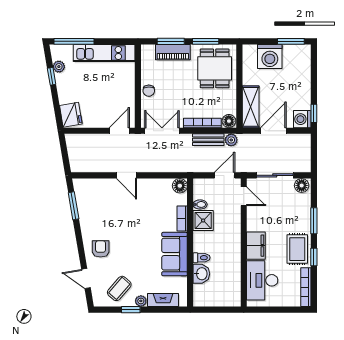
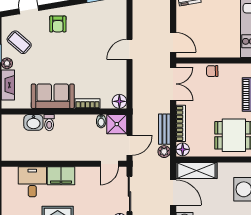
door: (225, 175) -> (129, 145), hinge flipped
shower: (203, 220) -> (117, 124), moved
armchair: (101, 249) -> (58, 24), turned 90
desk: (262, 280) -> (32, 182), width x0.73

